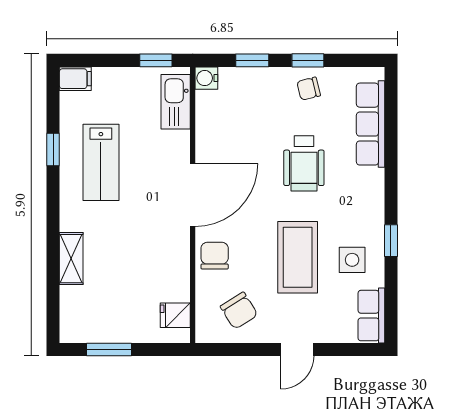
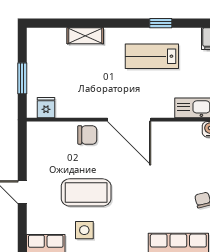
wheelchair: (304, 163) -> (151, 197), removed
chair: (239, 311) -> (49, 152), removed
window: (109, 350) -> (22, 78), moved

